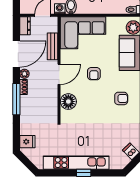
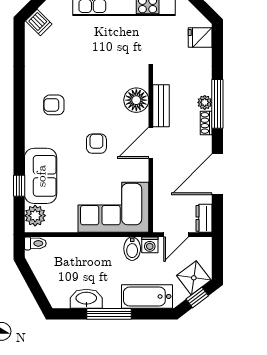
bench: (52, 46) -> (161, 106), moved
plant: (24, 74) -> (205, 102), moved

